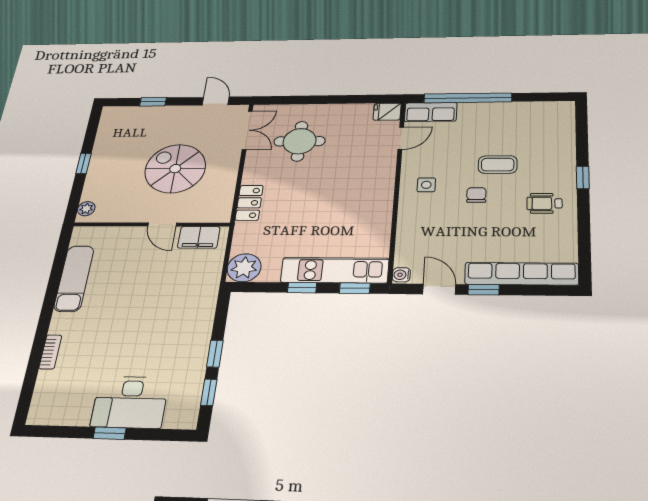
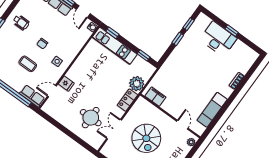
fridge: (387, 112) -> (66, 84), moved
double door: (247, 130) -> (114, 129), moved
coffee table: (498, 165) -> (28, 64), moved
door: (162, 225) -> (182, 125), moved
plant: (244, 268) -> (137, 84), moved
window: (302, 288) -> (144, 55), moved

